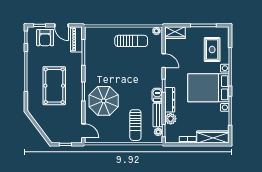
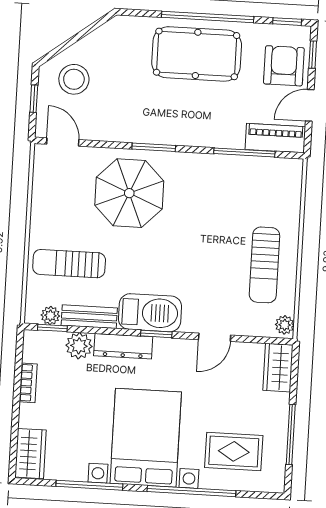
armchair: (45, 38) -> (284, 66), turned 90
pool table: (54, 86) -> (197, 54), moved
barbecue: (157, 95) -> (150, 313), width x1.88, depth x1.53
stool: (56, 128) -> (74, 79), added
door: (83, 131) -> (63, 142), swing flipped
wardrobe: (213, 137) -> (31, 454), width x0.67

